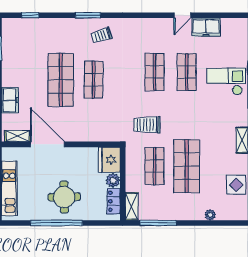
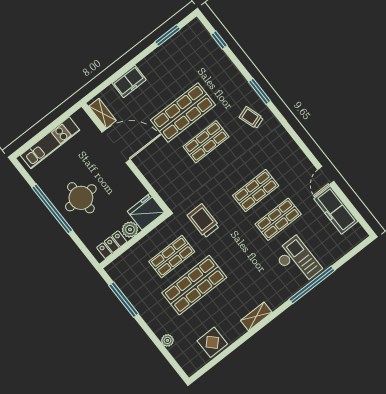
door: (182, 15) -> (326, 175), hinge flipped
freezer: (206, 27) -> (336, 210), width x1.40
door: (47, 144) -> (116, 146), hinge flipped
shelving: (132, 206) -> (120, 264), removed

